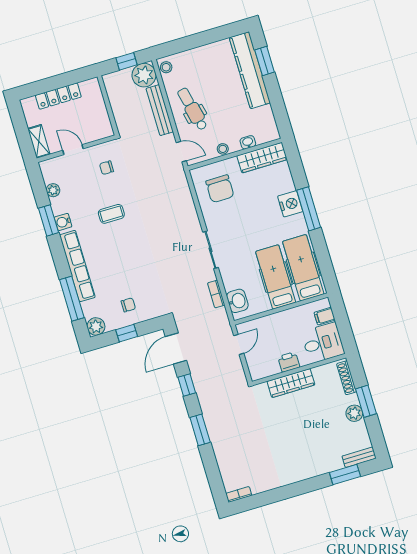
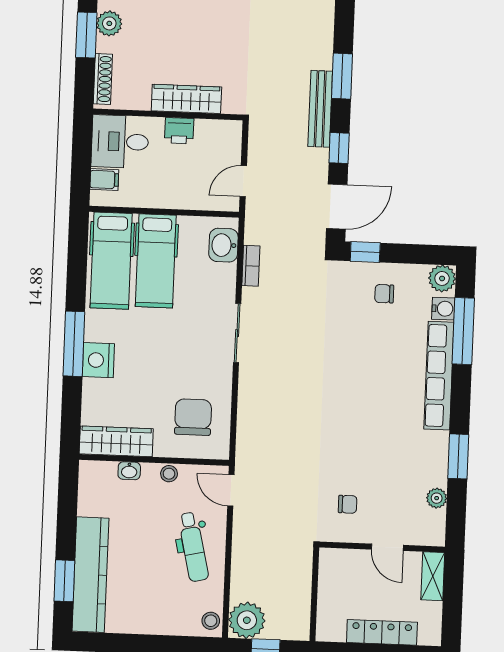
bench: (160, 110) -> (320, 109), moved
coffee table: (111, 214) -> (363, 435), removed
water cooler: (63, 222) -> (443, 309), moved
window: (127, 333) -> (365, 252), moved

